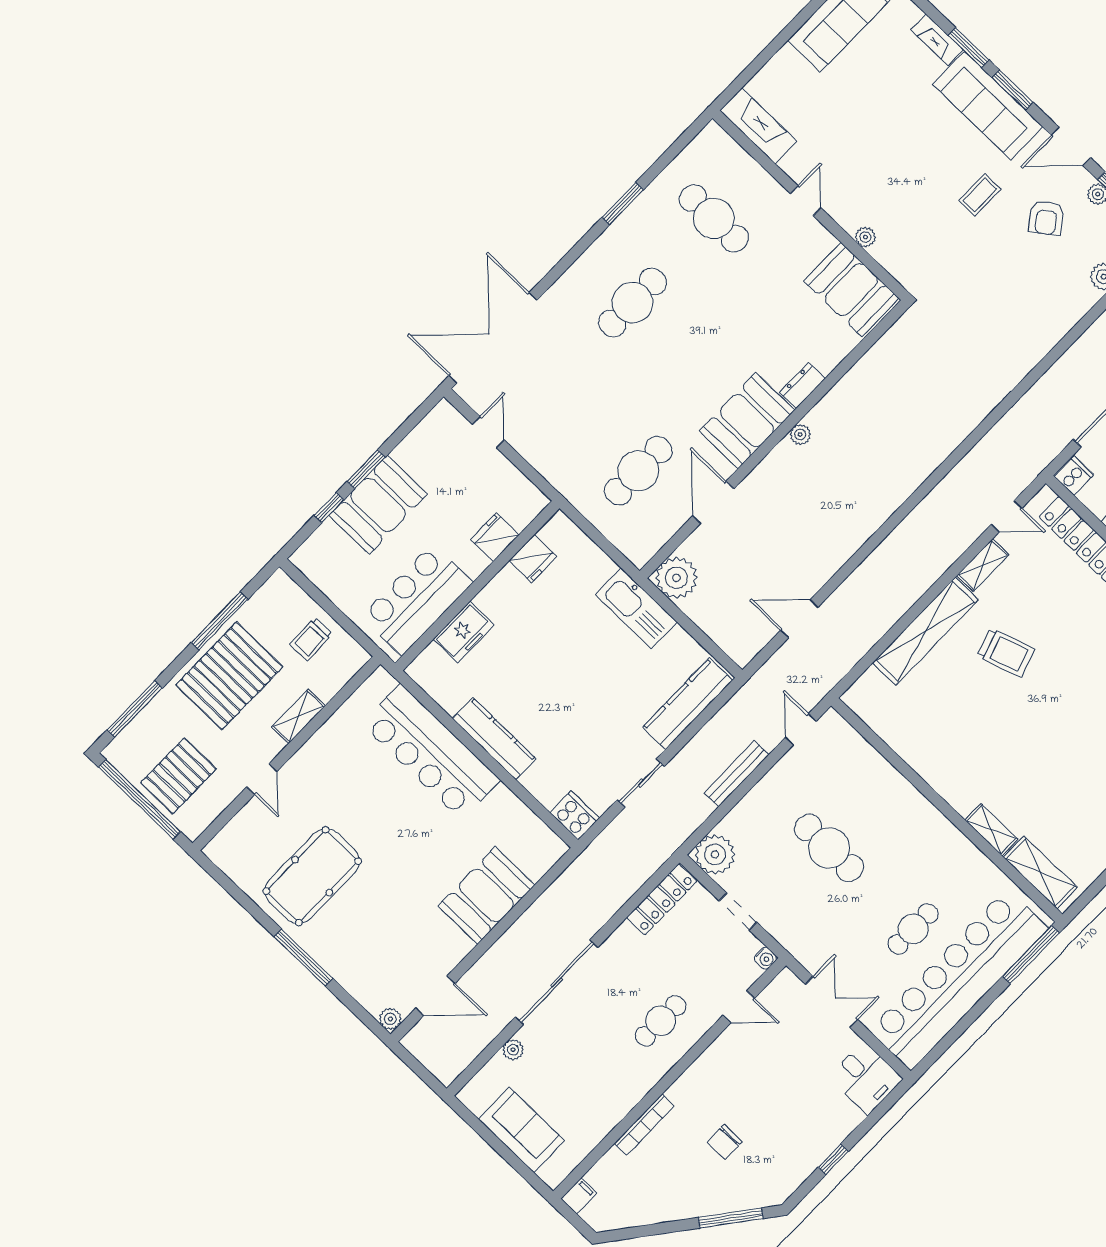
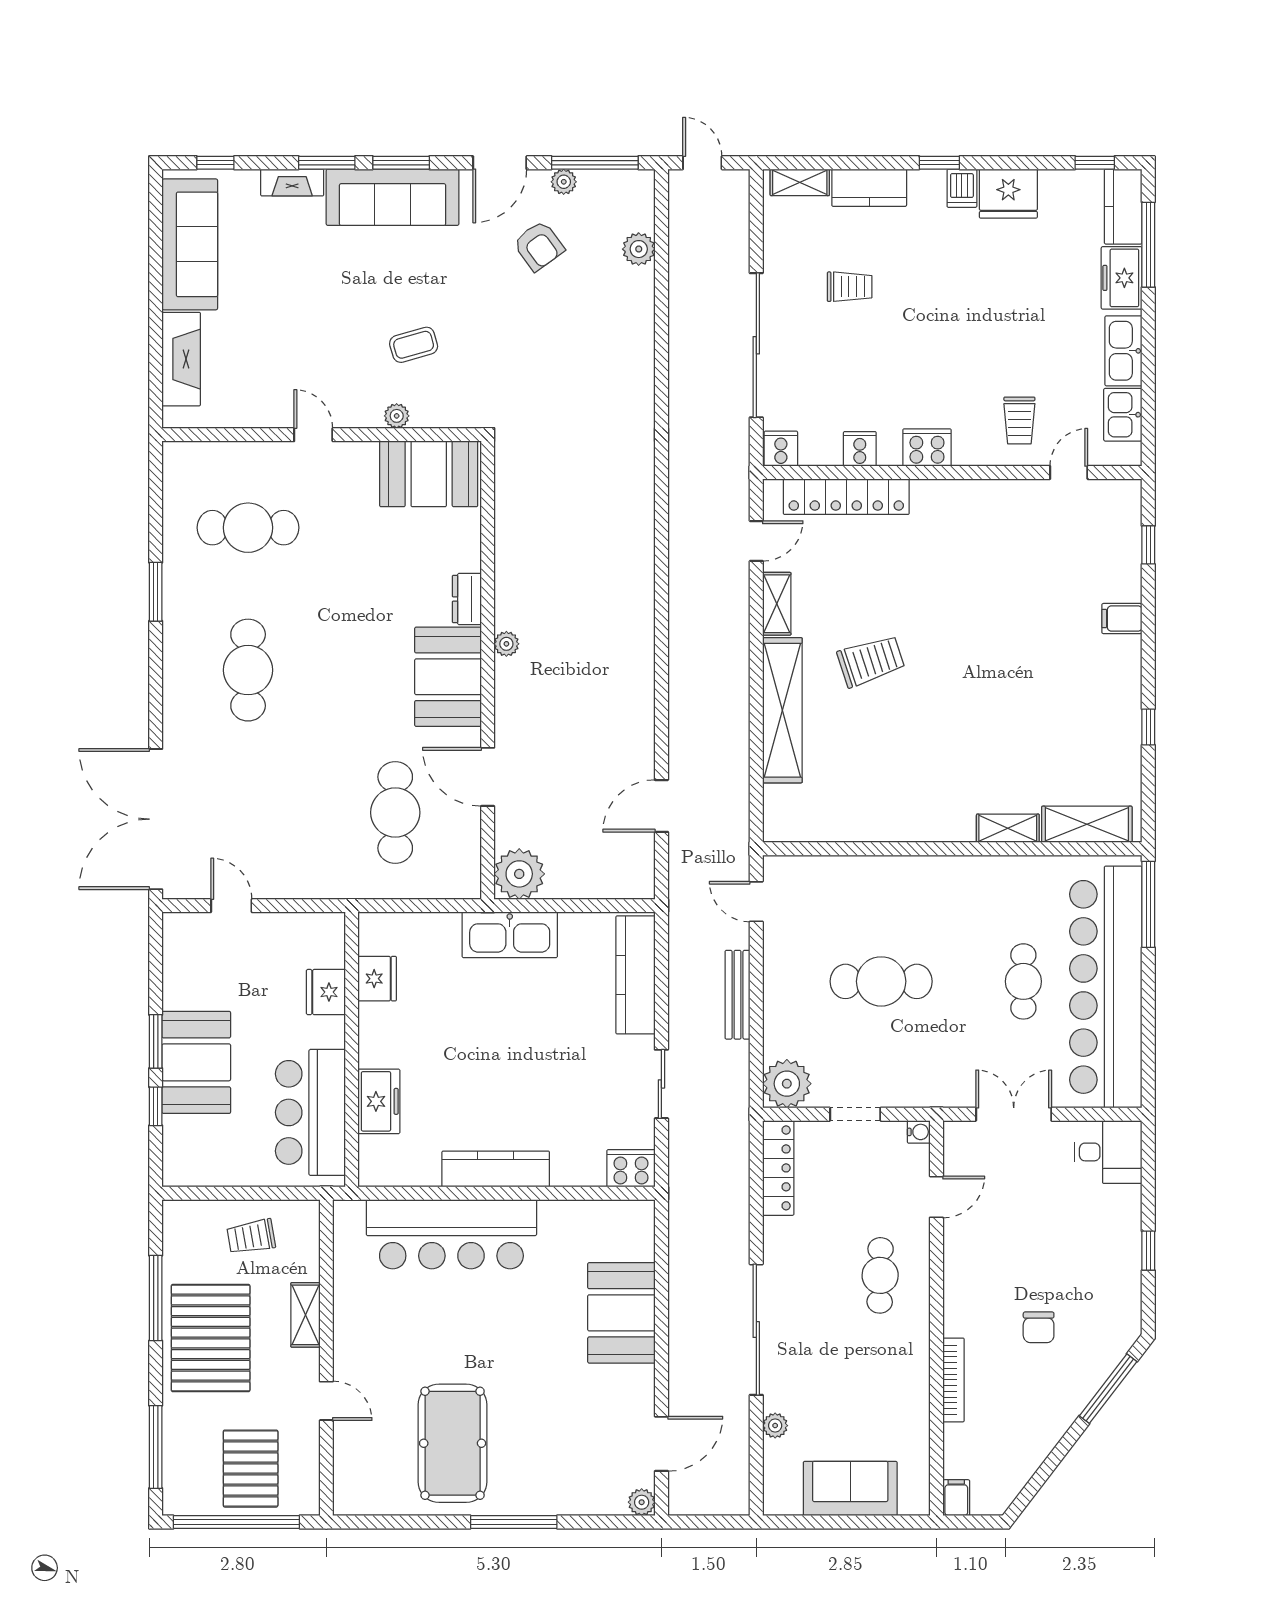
fireplace: (758, 126) -> (181, 359), moved, turned 90
coffee table: (980, 195) -> (414, 345), moved, turned 74
trolley: (311, 639) -> (251, 1237), turned 81

